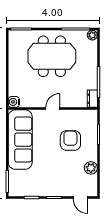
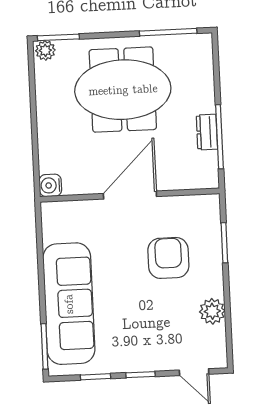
plant: (92, 35) -> (45, 50), moved
dresser: (92, 99) -> (207, 132), moved
door: (53, 109) -> (130, 195), width x1.88
sofa: (20, 140) -> (69, 304), moved

